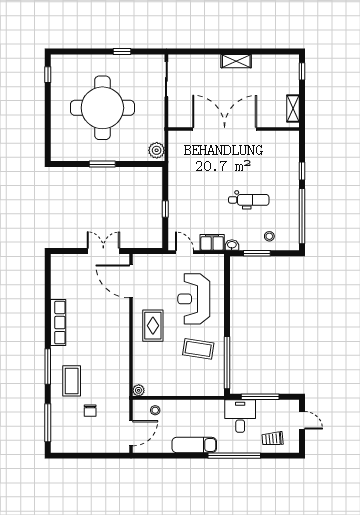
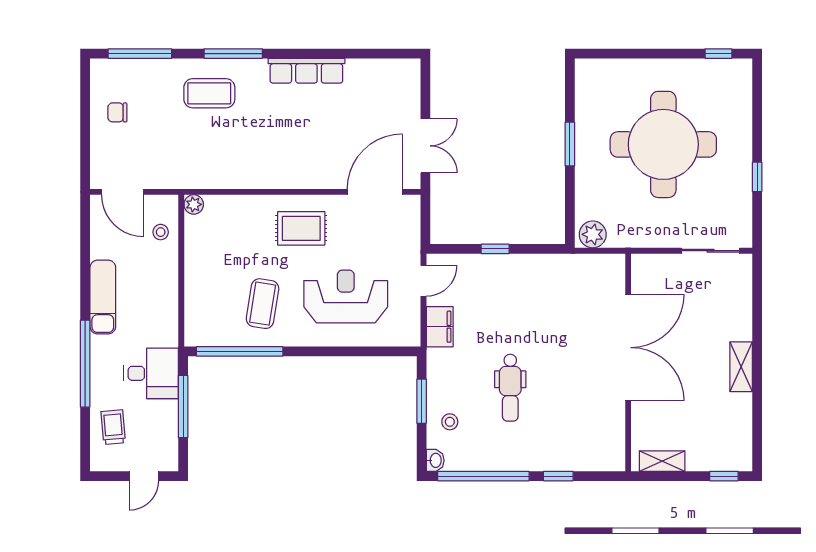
washbasin: (232, 245) -> (435, 460), moved
chair: (90, 411) -> (117, 112), moved

